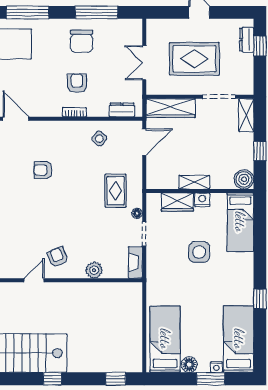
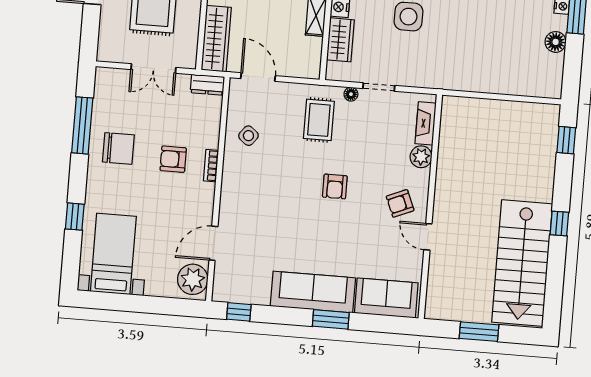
window: (27, 12) -> (75, 217), width x0.46
dresser: (122, 110) -> (207, 85), moved, turned -90
armchair: (43, 170) -> (335, 186), moved
rug: (116, 191) -> (319, 120), turned 90
fireplace: (135, 262) -> (426, 123), moved, turned 90
bed: (165, 339) -> (519, 71), removed

